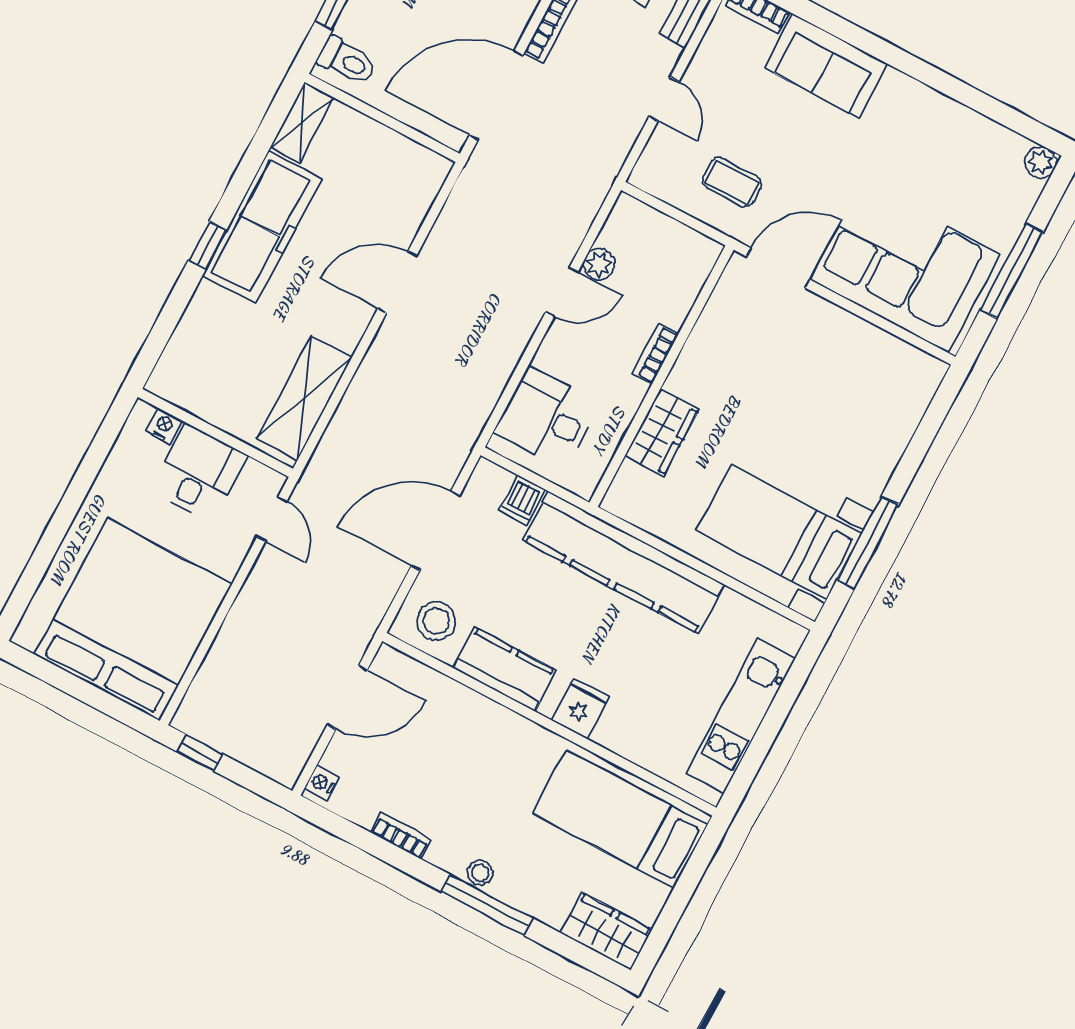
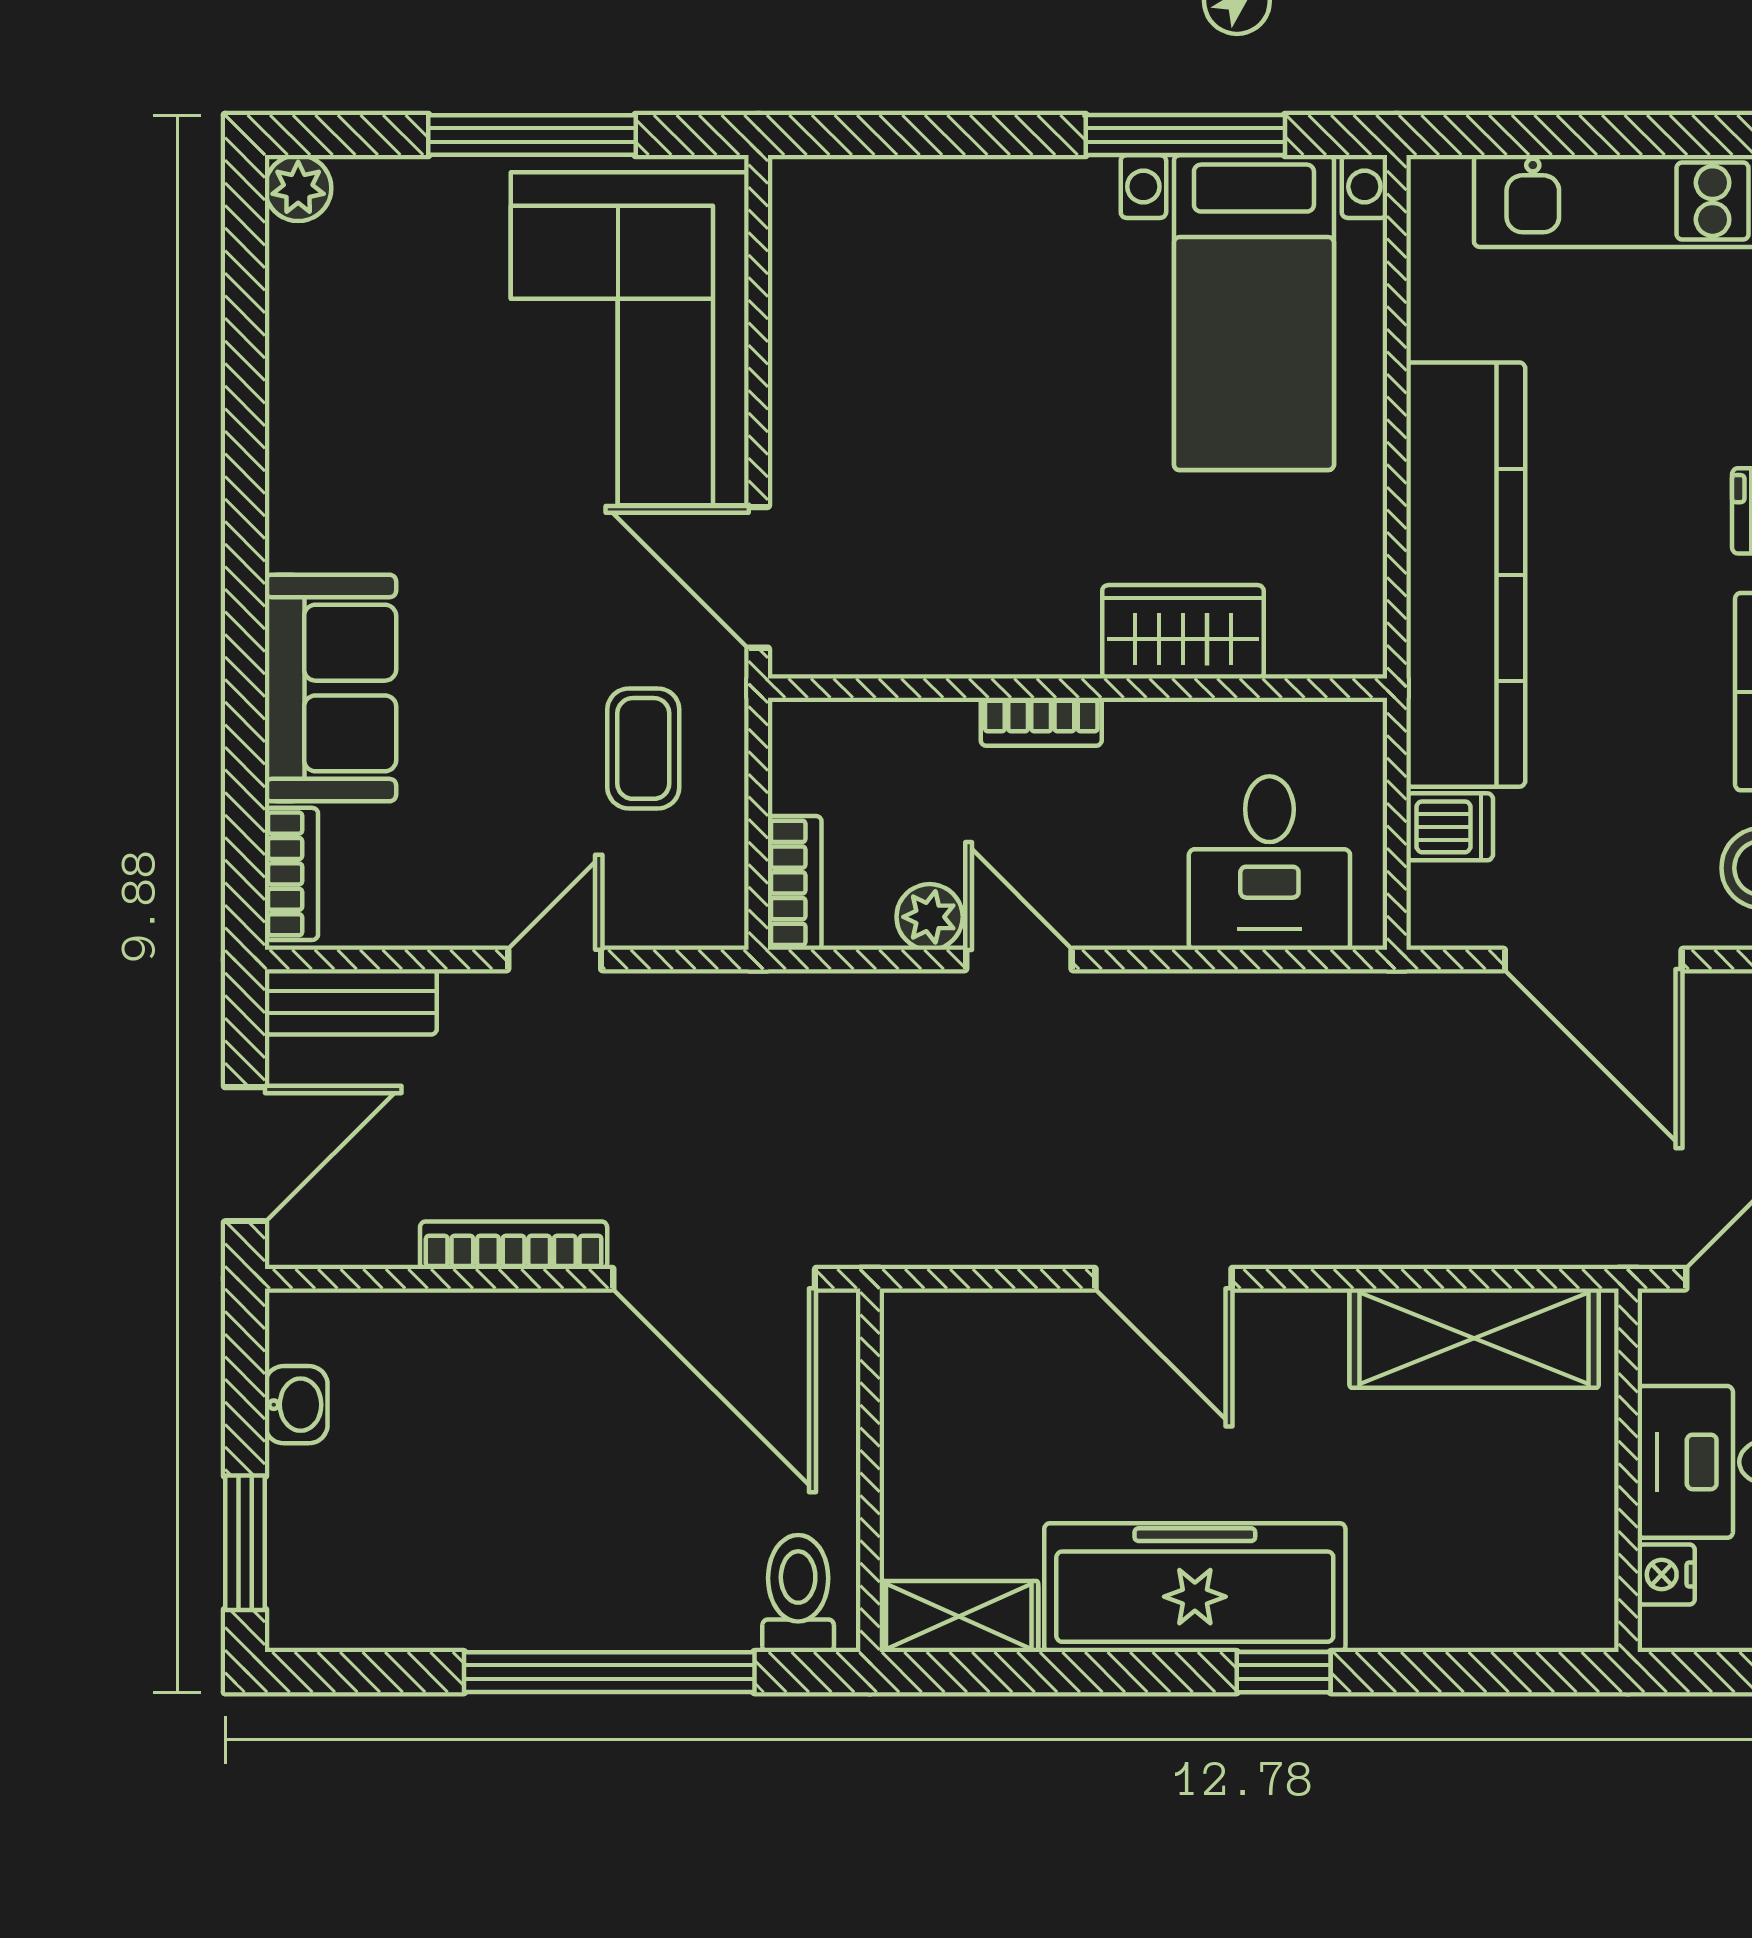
bookcase: (643, 216) -> (795, 883), added

